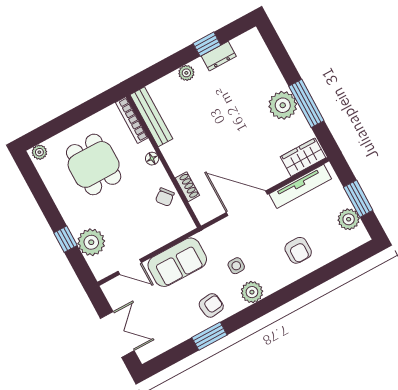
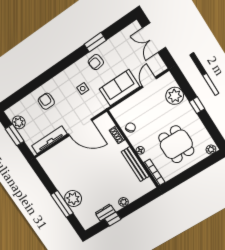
window: (306, 103) -> (62, 204), moved
plant: (283, 105) -> (73, 199), moved
bench: (151, 117) -> (135, 164), moved
wardrobe: (303, 157) -> (50, 157), removed
window: (66, 239) -> (197, 105), moved
door: (130, 267) -> (149, 82), hinge flipped
plant: (252, 292) -> (71, 73), removed

